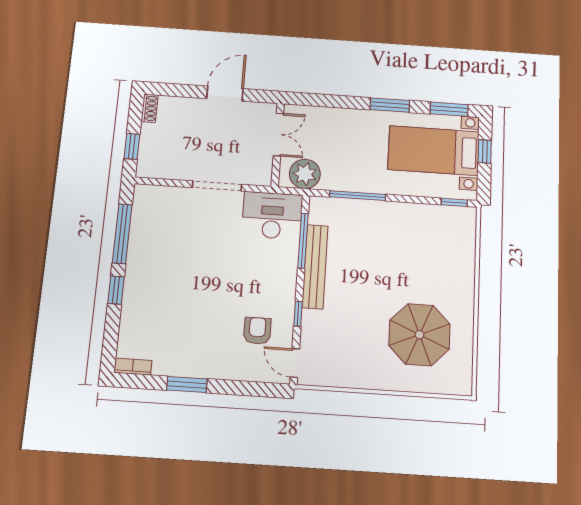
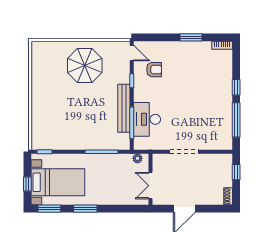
plant: (305, 174) -> (137, 158), width x0.53, depth x0.53
desk: (272, 215) -> (147, 119), moved, turned 90
armchair: (257, 331) -> (154, 70), turned -90
parasol: (420, 335) -> (85, 65), moved

